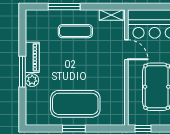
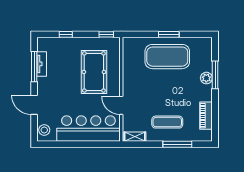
piano: (32, 57) -> (206, 116), moved
window: (22, 72) -> (215, 75), moved

